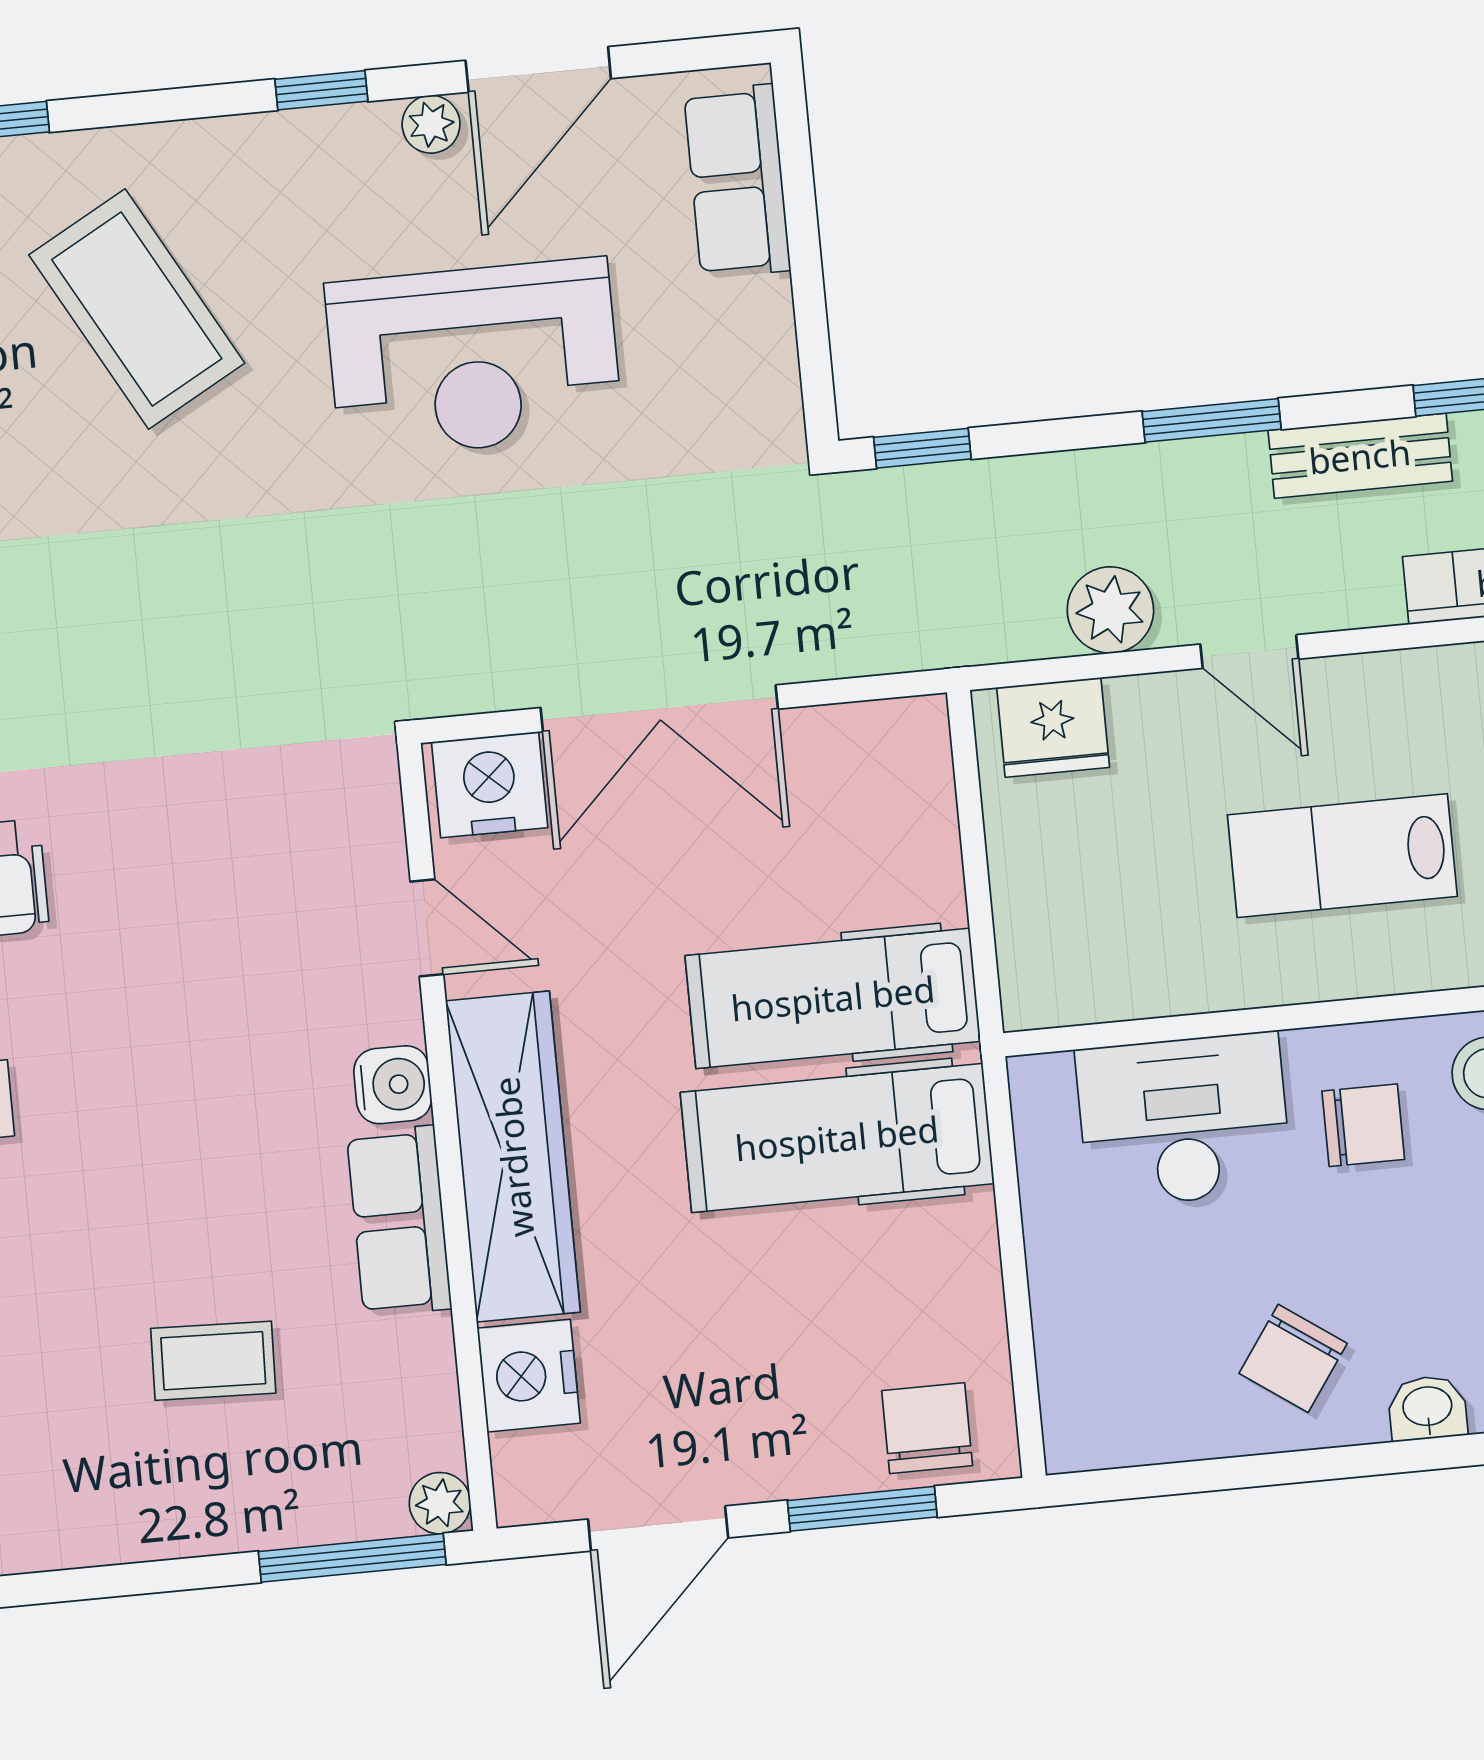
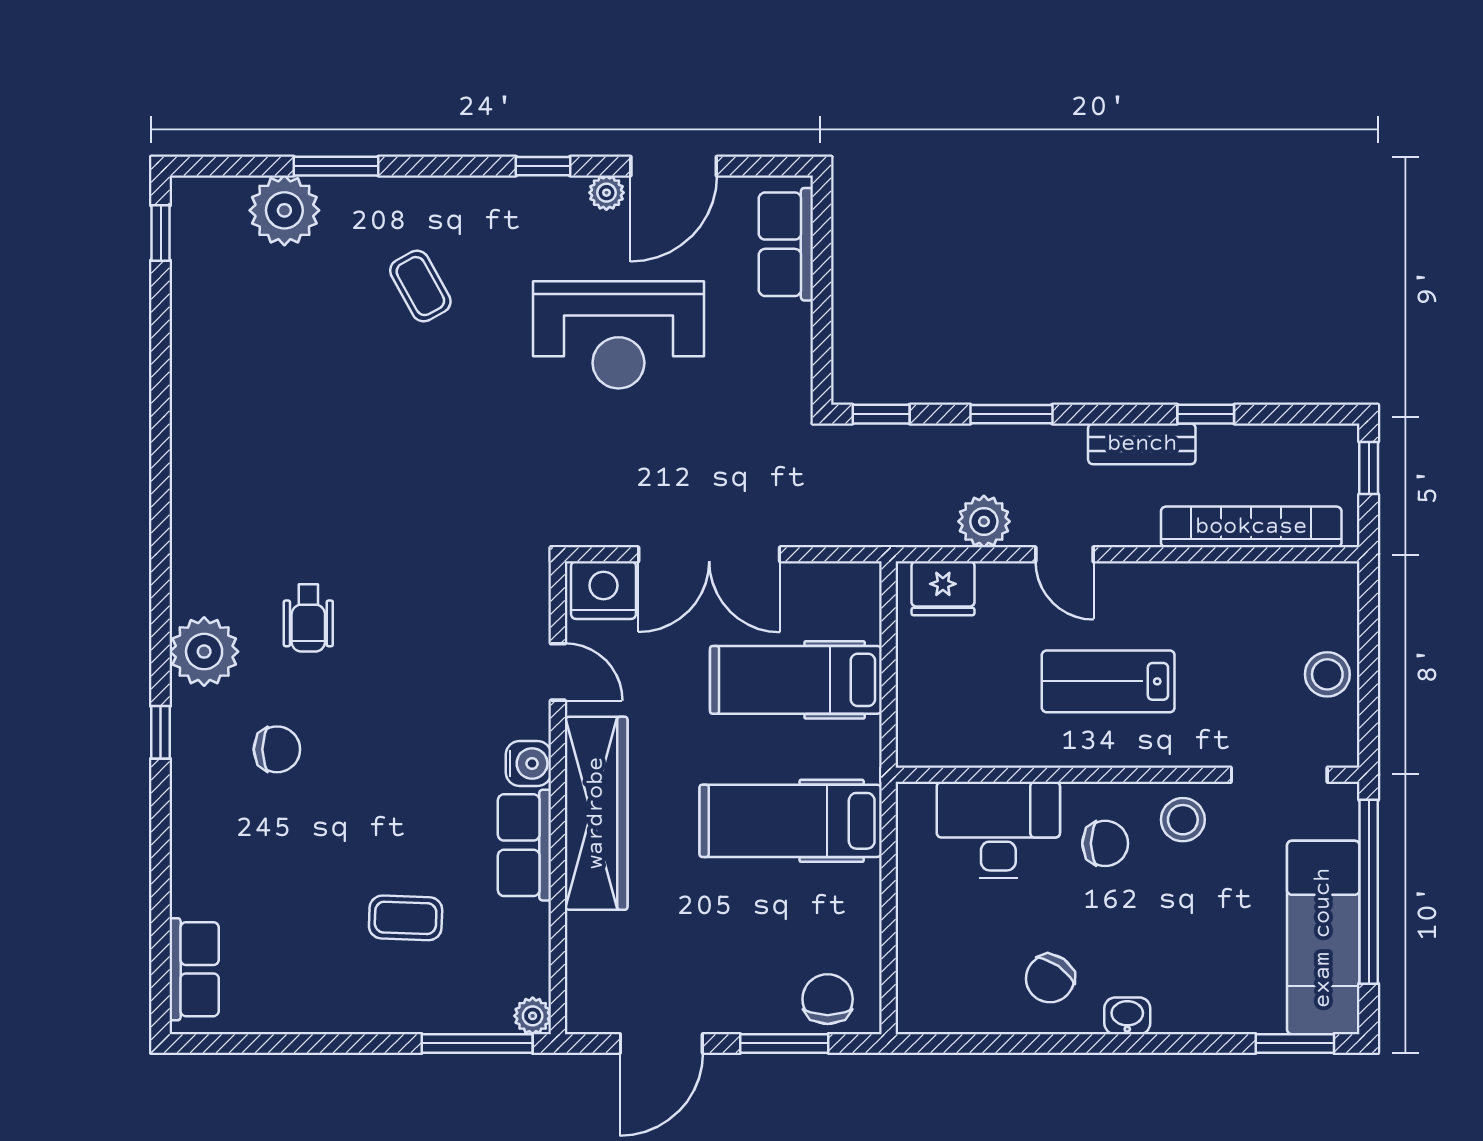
coffee table: (137, 309) -> (420, 286), width x0.54, depth x0.58
window: (1212, 420) -> (1011, 414), moved
hospital bed: (833, 998) -> (796, 680), moved
nightstand: (529, 1376) -> (593, 945), removed

